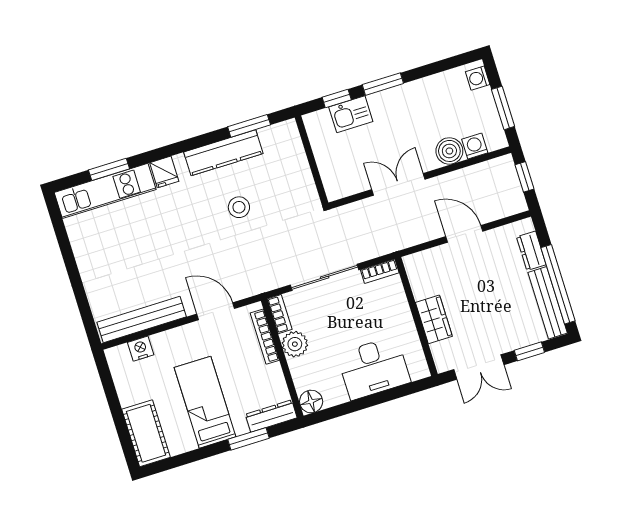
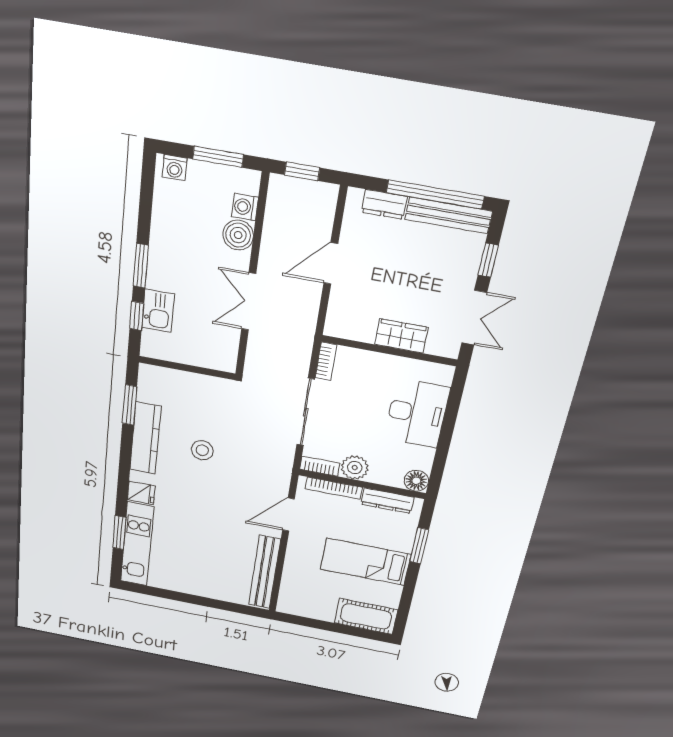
nightstand: (141, 349) -> (290, 585), removed
dresser: (271, 416) -> (387, 501), moved, turned -90

